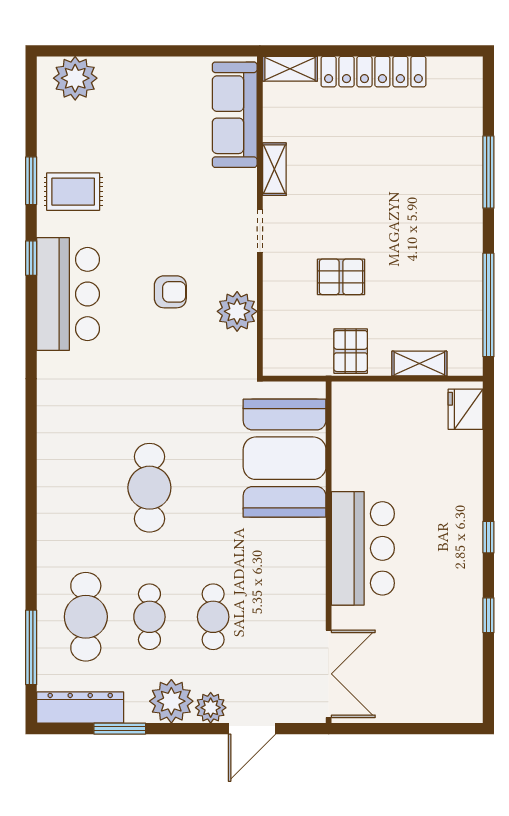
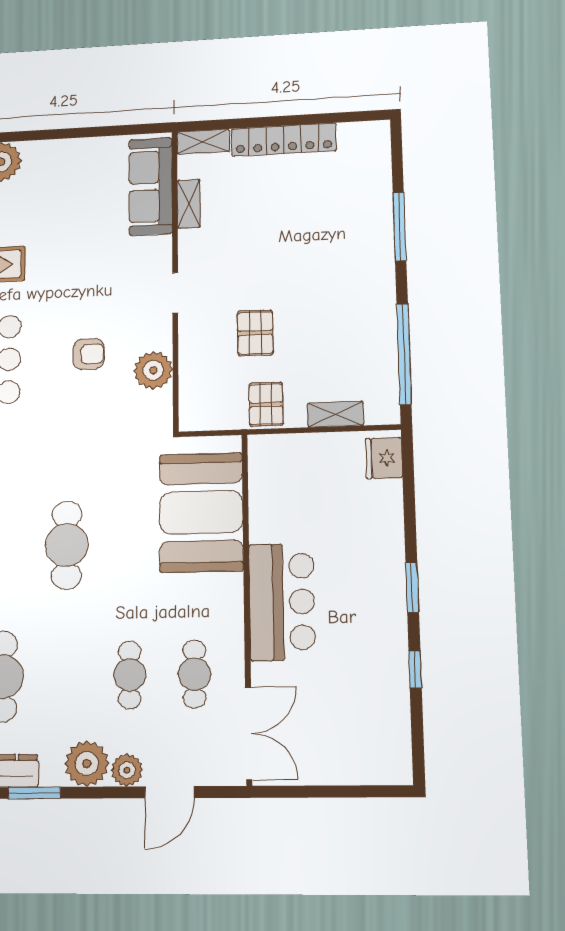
shelving: (274, 169) -> (189, 204), moved
pallet: (341, 277) -> (255, 333), turned 90
window: (488, 537) -> (412, 588), width x1.50
cafe table: (149, 617) -> (194, 674), moved

